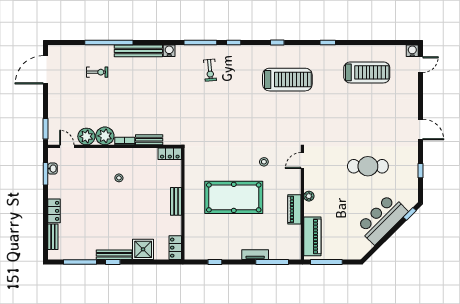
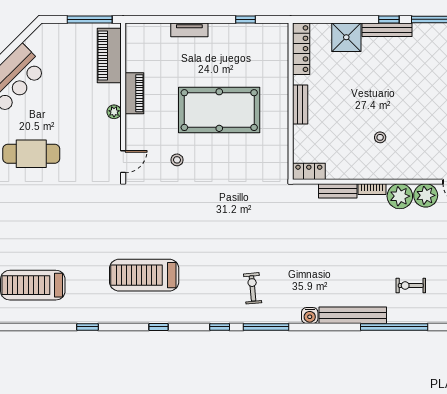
locker: (175, 248) -> (301, 49), width x1.53
window: (272, 262) -> (165, 19), removed

